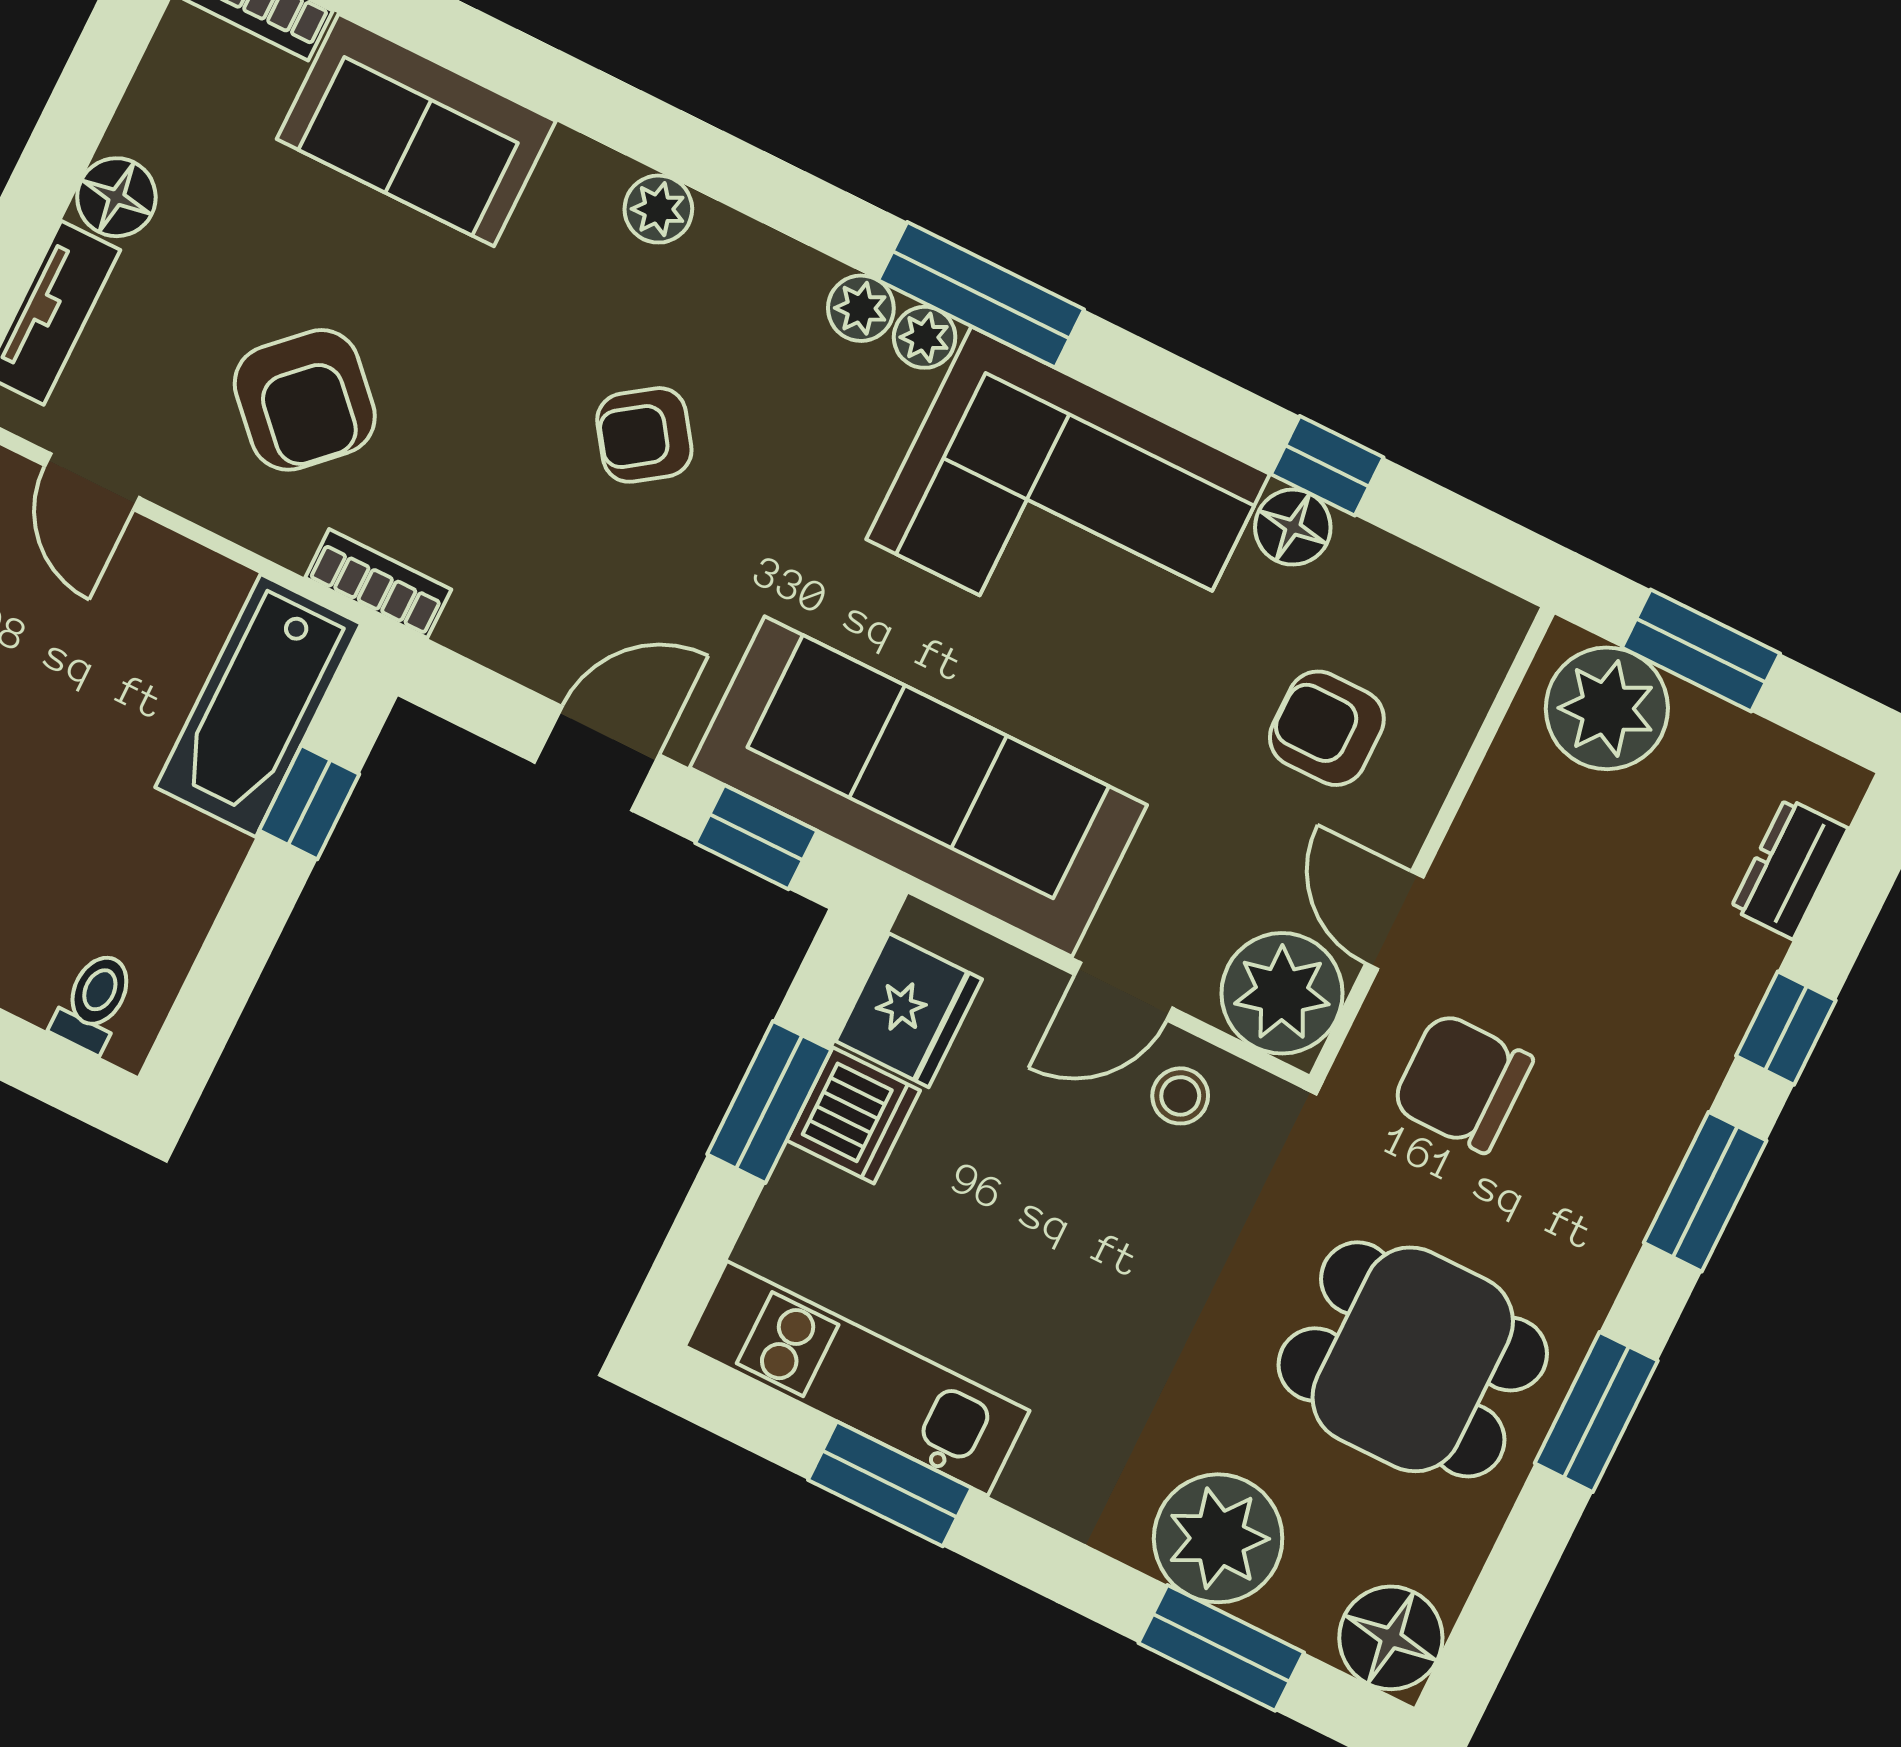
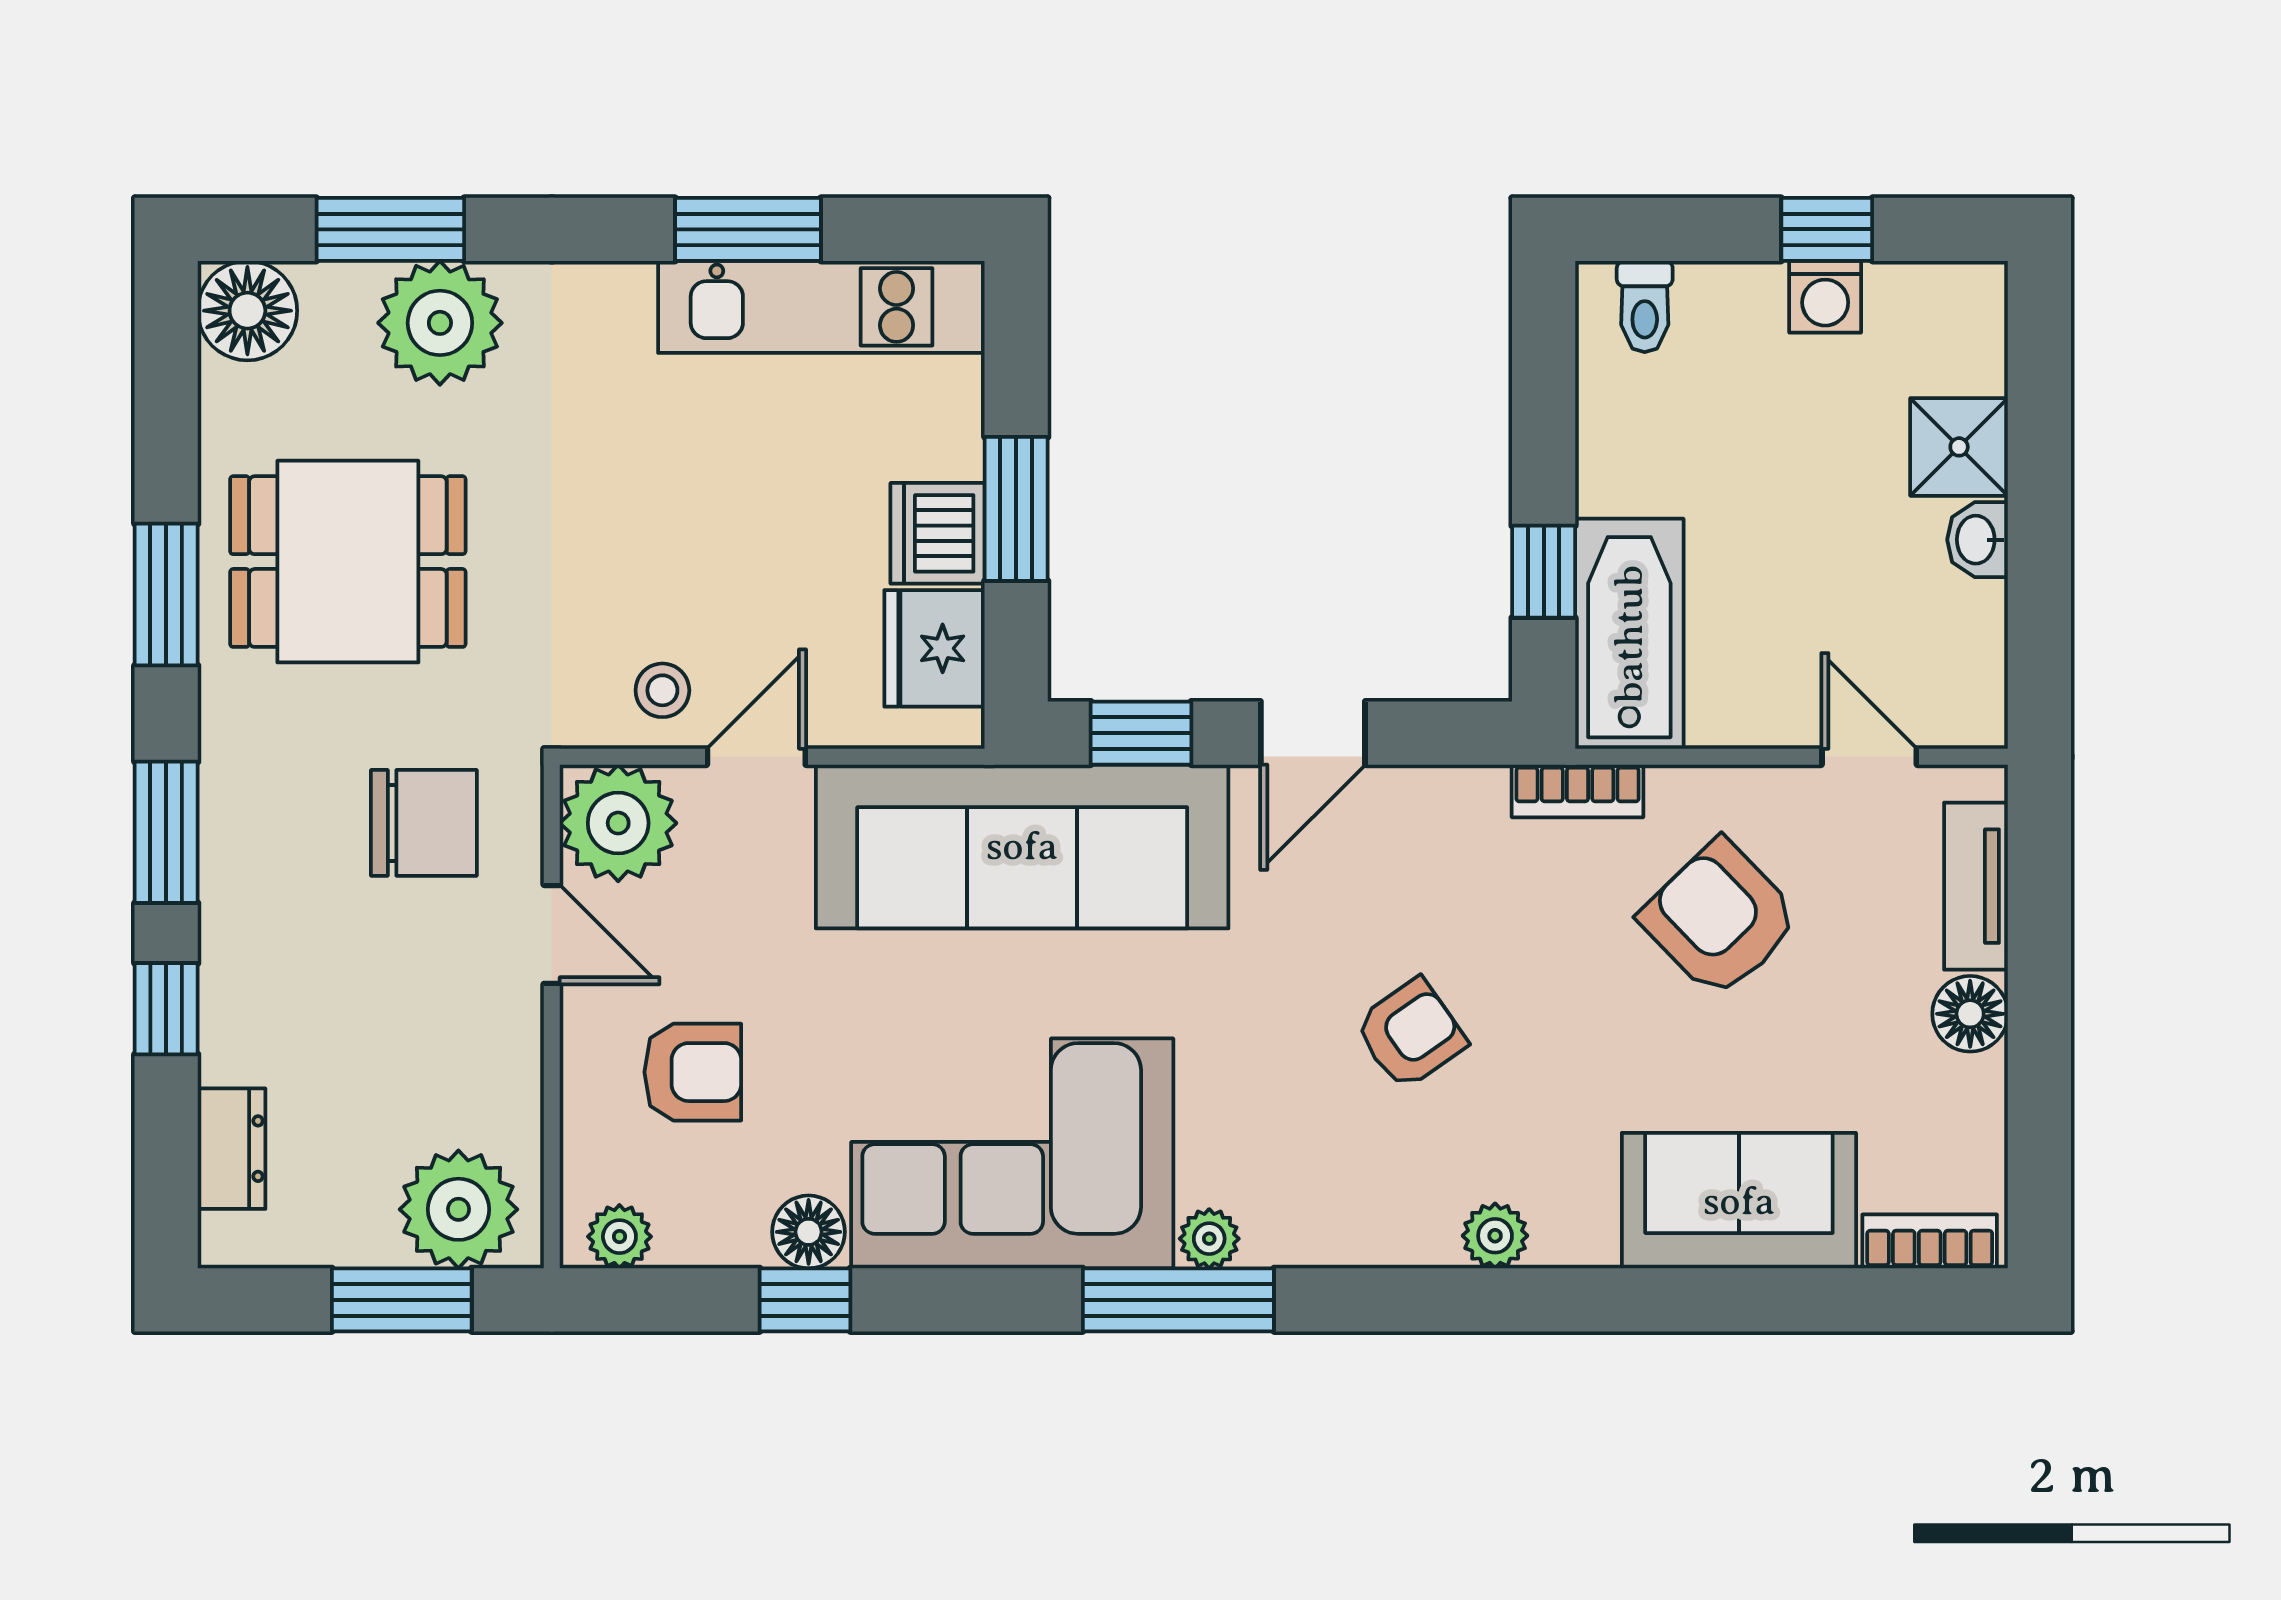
plant: (861, 308) -> (619, 1237), moved

